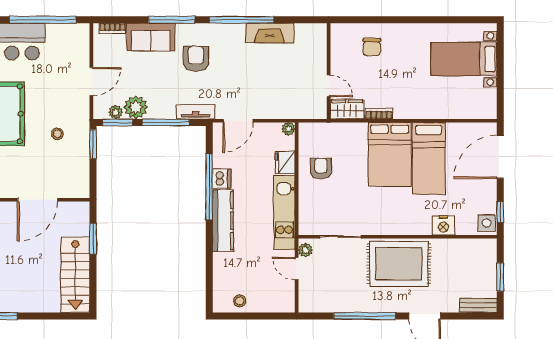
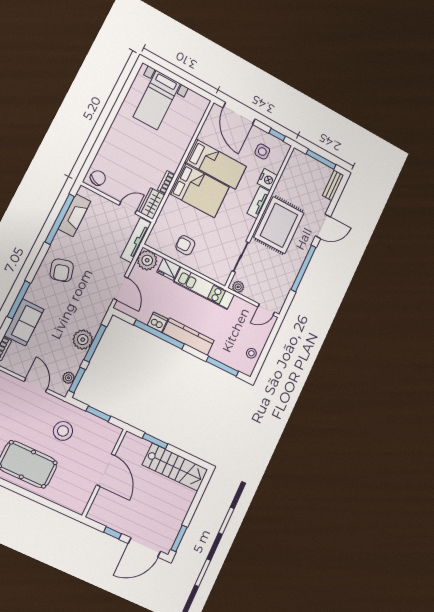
window: (242, 20) -> (60, 219), moved
fireplace: (270, 33) -> (74, 215), moved
chair: (372, 47) -> (98, 178), moved, turned -64
armchair: (196, 59) -> (62, 270), moved, turned -106
plant: (136, 107) -> (83, 340), moved
tv unit: (196, 112) -> (136, 240), moved, width x1.41
plant: (288, 129) -> (147, 260), width x1.87, depth x1.87
stool: (57, 134) -> (63, 431), width x1.89, depth x1.89
window: (93, 144) -> (98, 414), moved
side table: (487, 223) -> (262, 152), moved
tv unit: (412, 228) -> (258, 202), added
door: (297, 269) -> (266, 310), moved
window: (209, 275) -> (222, 366), added
window: (500, 277) -> (321, 159), width x1.44

